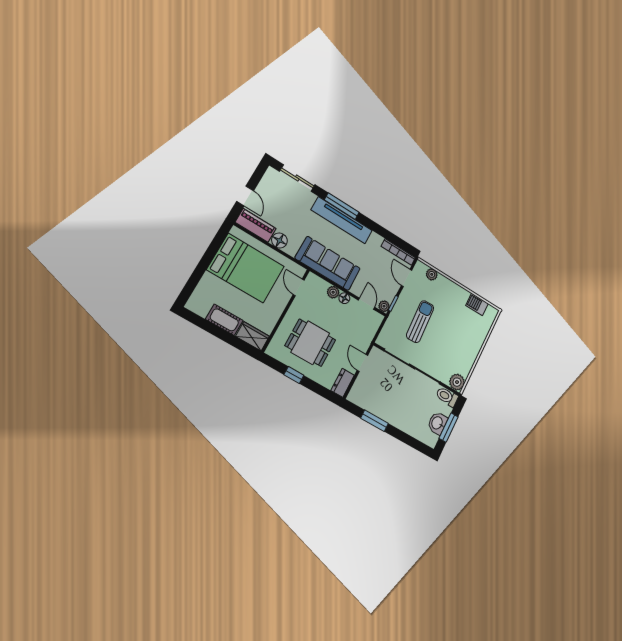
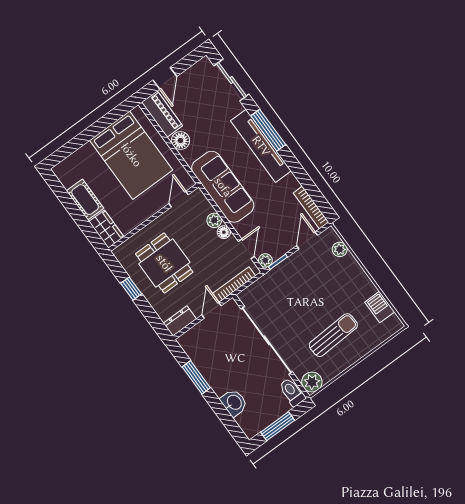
sun lounger: (420, 322) -> (333, 335), moved
bookcase: (370, 335) -> (234, 285), added
washbasin: (437, 423) -> (234, 403), moved, turned 90

